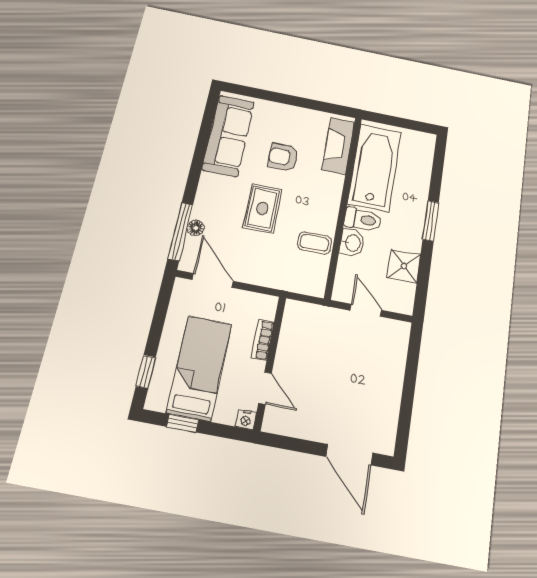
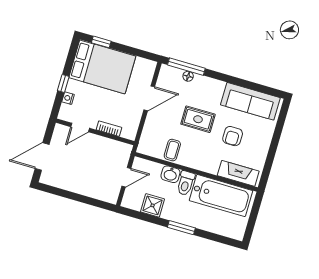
armchair: (283, 157) -> (233, 136), turned 180
door: (213, 280) -> (149, 98), moved
bookcase: (263, 340) -> (109, 129), moved
wall: (270, 362) -> (95, 132), moved
bed: (199, 368) -> (102, 67), width x1.50
door: (265, 388) -> (80, 128), moved
window: (183, 423) -> (63, 83), moved

